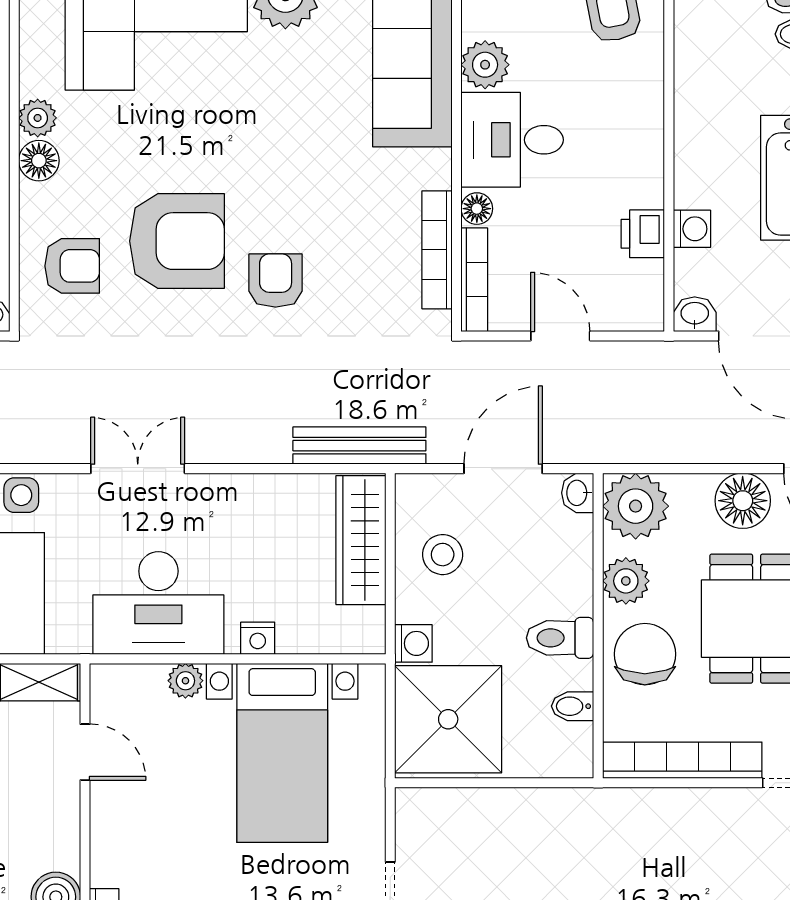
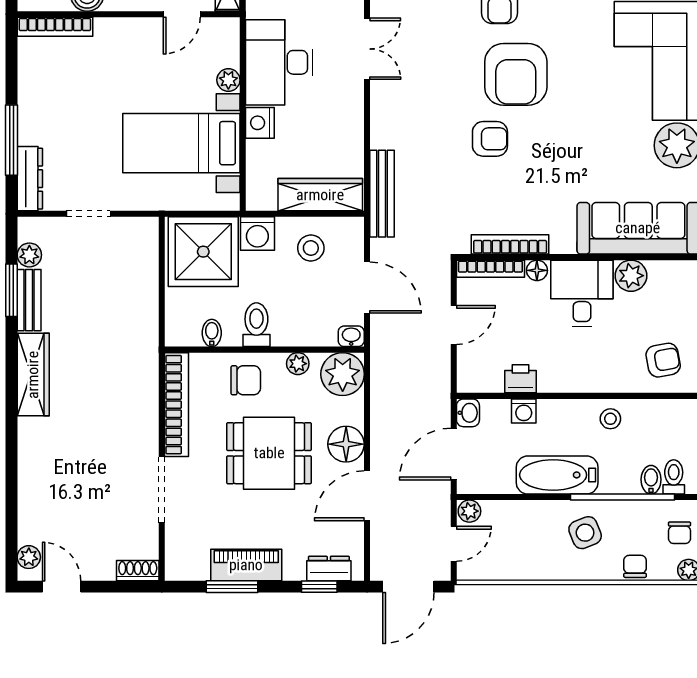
stool: (704, 96) -> (610, 419), added
plant: (626, 581) -> (298, 364), width x0.73, depth x0.73
nightstand: (258, 638) -> (260, 123), width x1.39, depth x1.35
washing machine: (413, 643) -> (257, 234), width x1.38, depth x1.38
chair: (645, 654) -> (246, 380), width x0.73, depth x0.73

